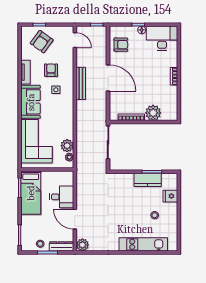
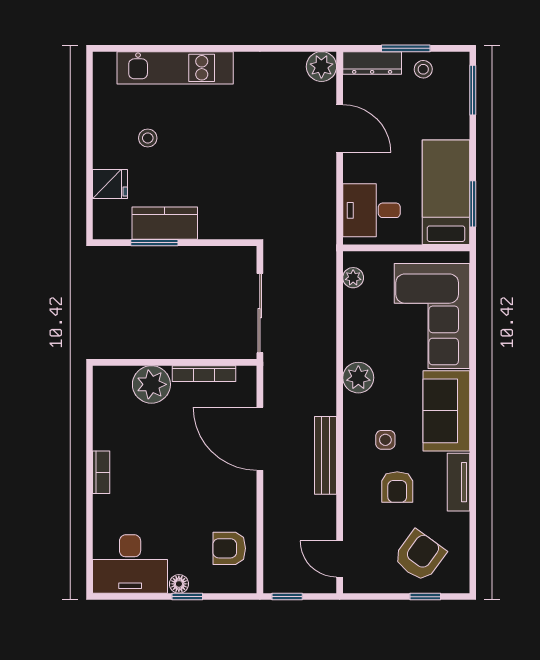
door: (108, 78) -> (260, 439), moved
plant: (67, 146) -> (358, 378), moved
desk: (62, 197) -> (372, 210), moved

